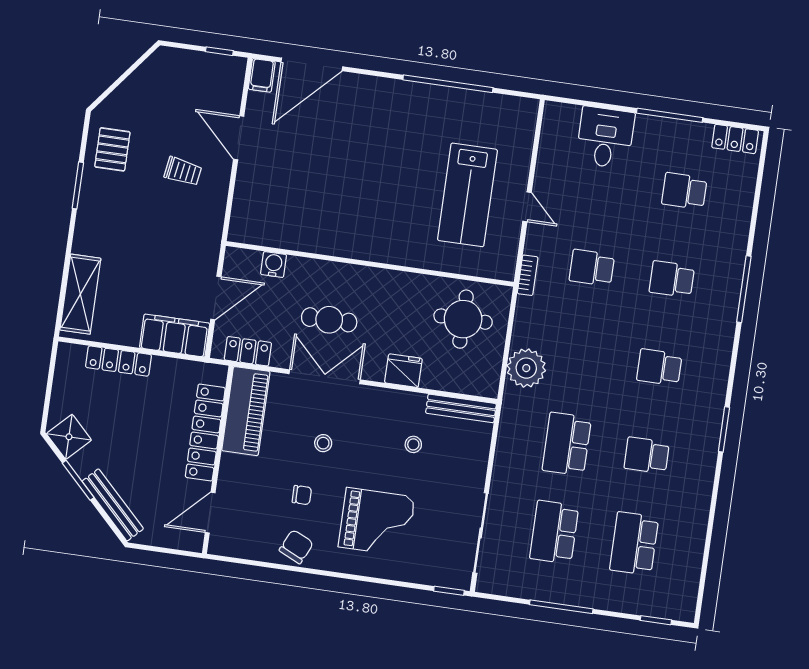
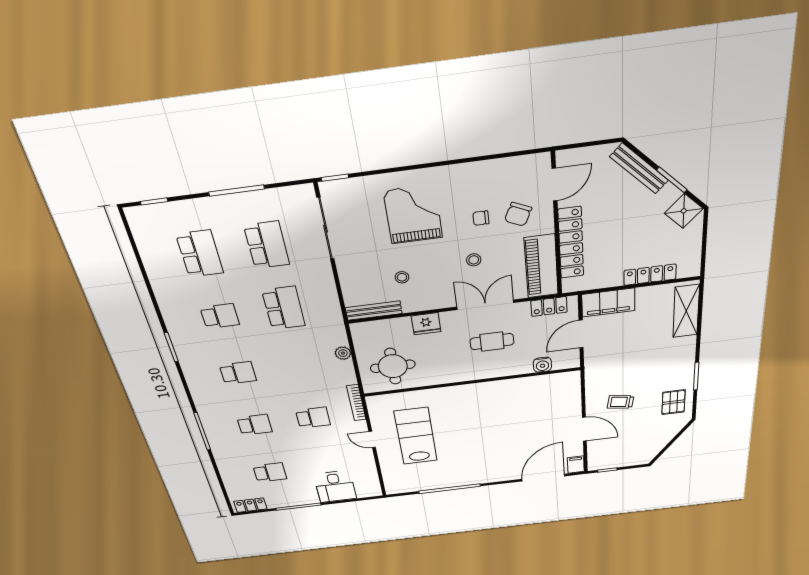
bookcase: (528, 275) -> (356, 403), width x1.56
plant: (526, 368) -> (343, 353), width x0.53, depth x0.53
double door: (325, 377) -> (485, 305), swing flipped
grand piano: (377, 522) -> (413, 214), turned 90
chair: (296, 547) -> (518, 214), moved

